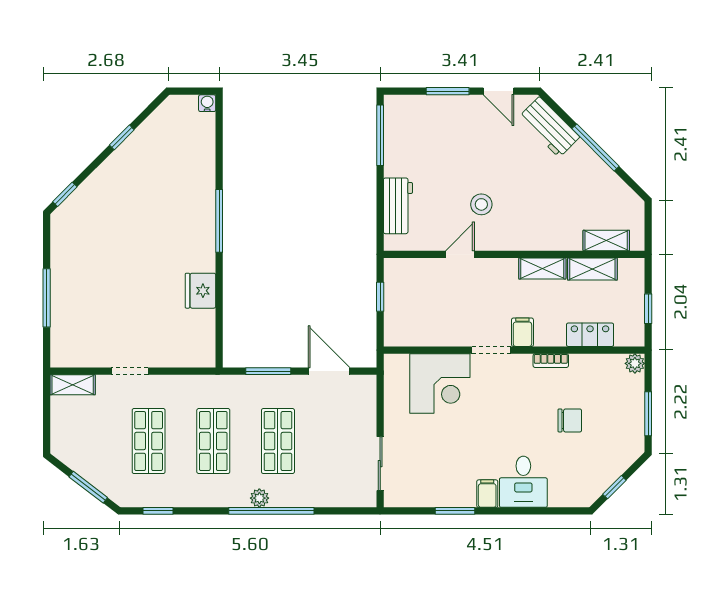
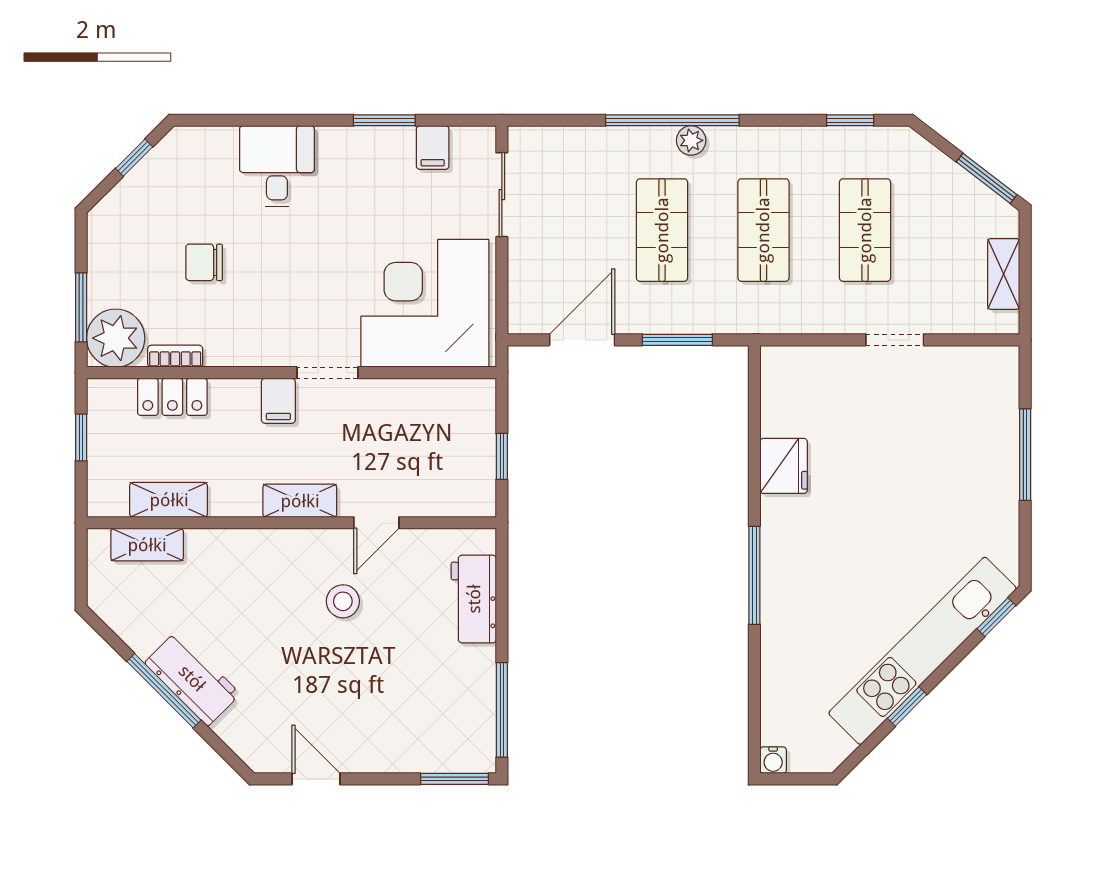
window: (448, 91) -> (454, 779), moved
workbench: (549, 127) -> (192, 678), moved
kitchen unit: (112, 173) -> (922, 651), added
shelving: (542, 269) -> (300, 501), moved
bookcase: (551, 361) -> (175, 356), moved
plant: (635, 363) -> (116, 338), width x1.88, depth x1.88
door: (329, 371) -> (582, 340), swing flipped
corner desk: (440, 384) -> (425, 303), width x1.36, depth x1.36
shelving: (73, 385) -> (1004, 274), moved, turned 90
window: (648, 414) -> (81, 307), moved
window: (88, 487) -> (987, 178), moved
filing cabinet: (487, 494) -> (433, 148), moved

